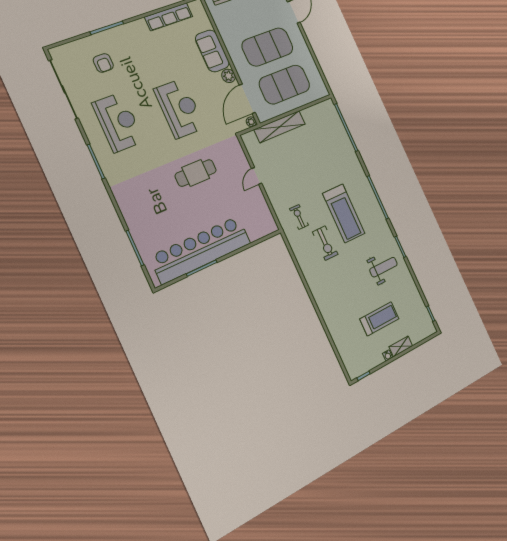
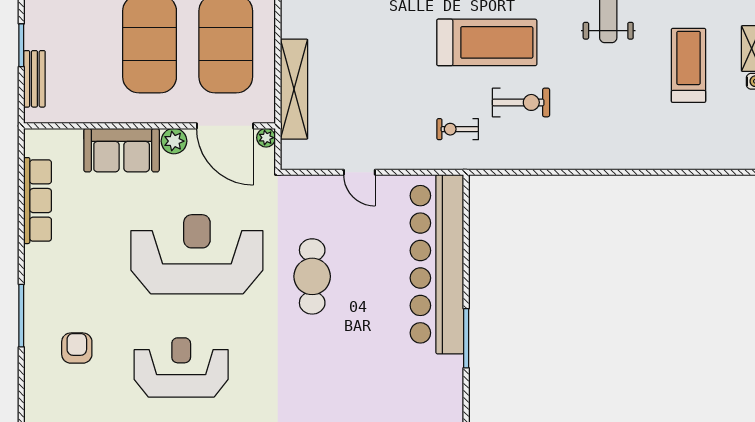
armchair: (103, 63) -> (77, 348), turned -90
reception desk: (179, 108) -> (197, 254), width x1.36, depth x1.30
bar counter: (201, 250) -> (437, 264), moved

